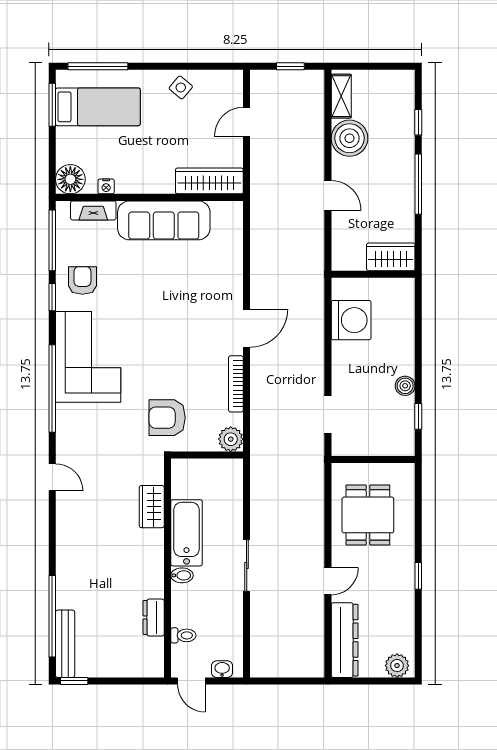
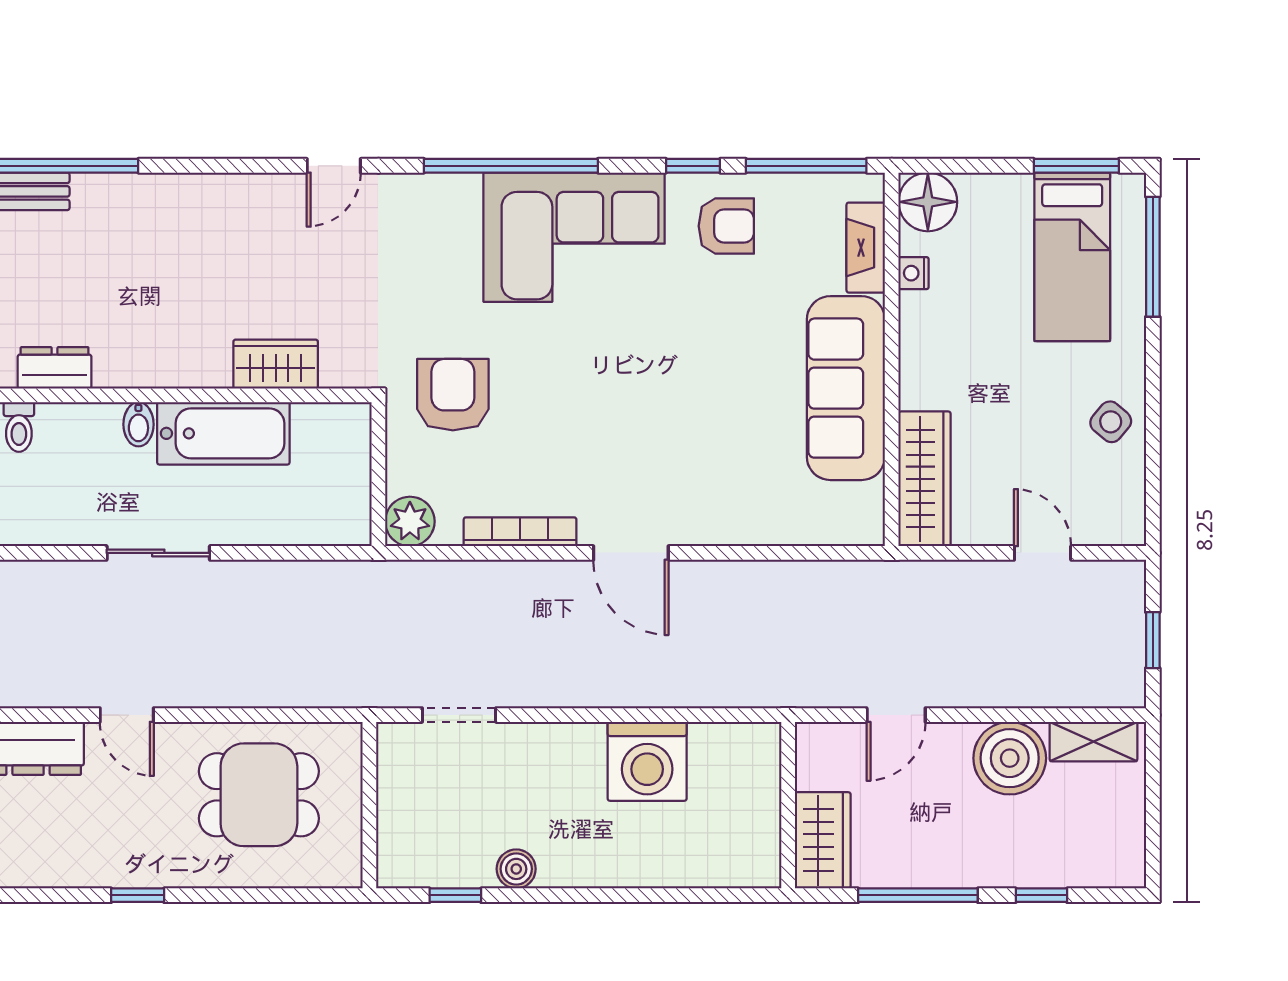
wardrobe: (391, 257) -> (823, 840), moved
wall: (373, 274) -> (788, 805), moved

